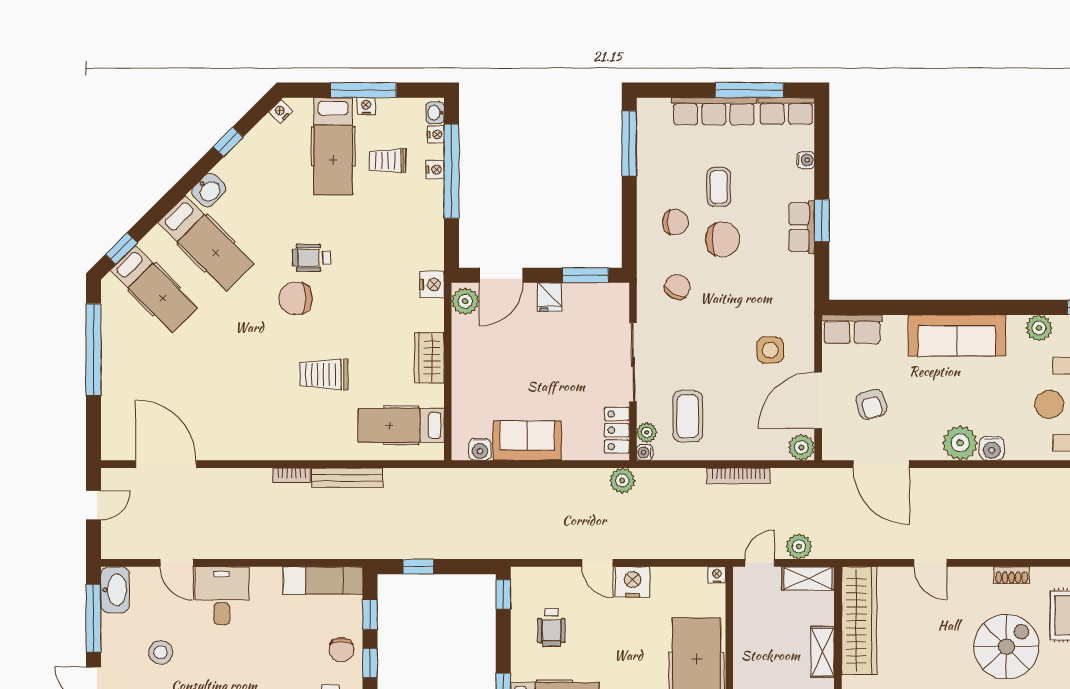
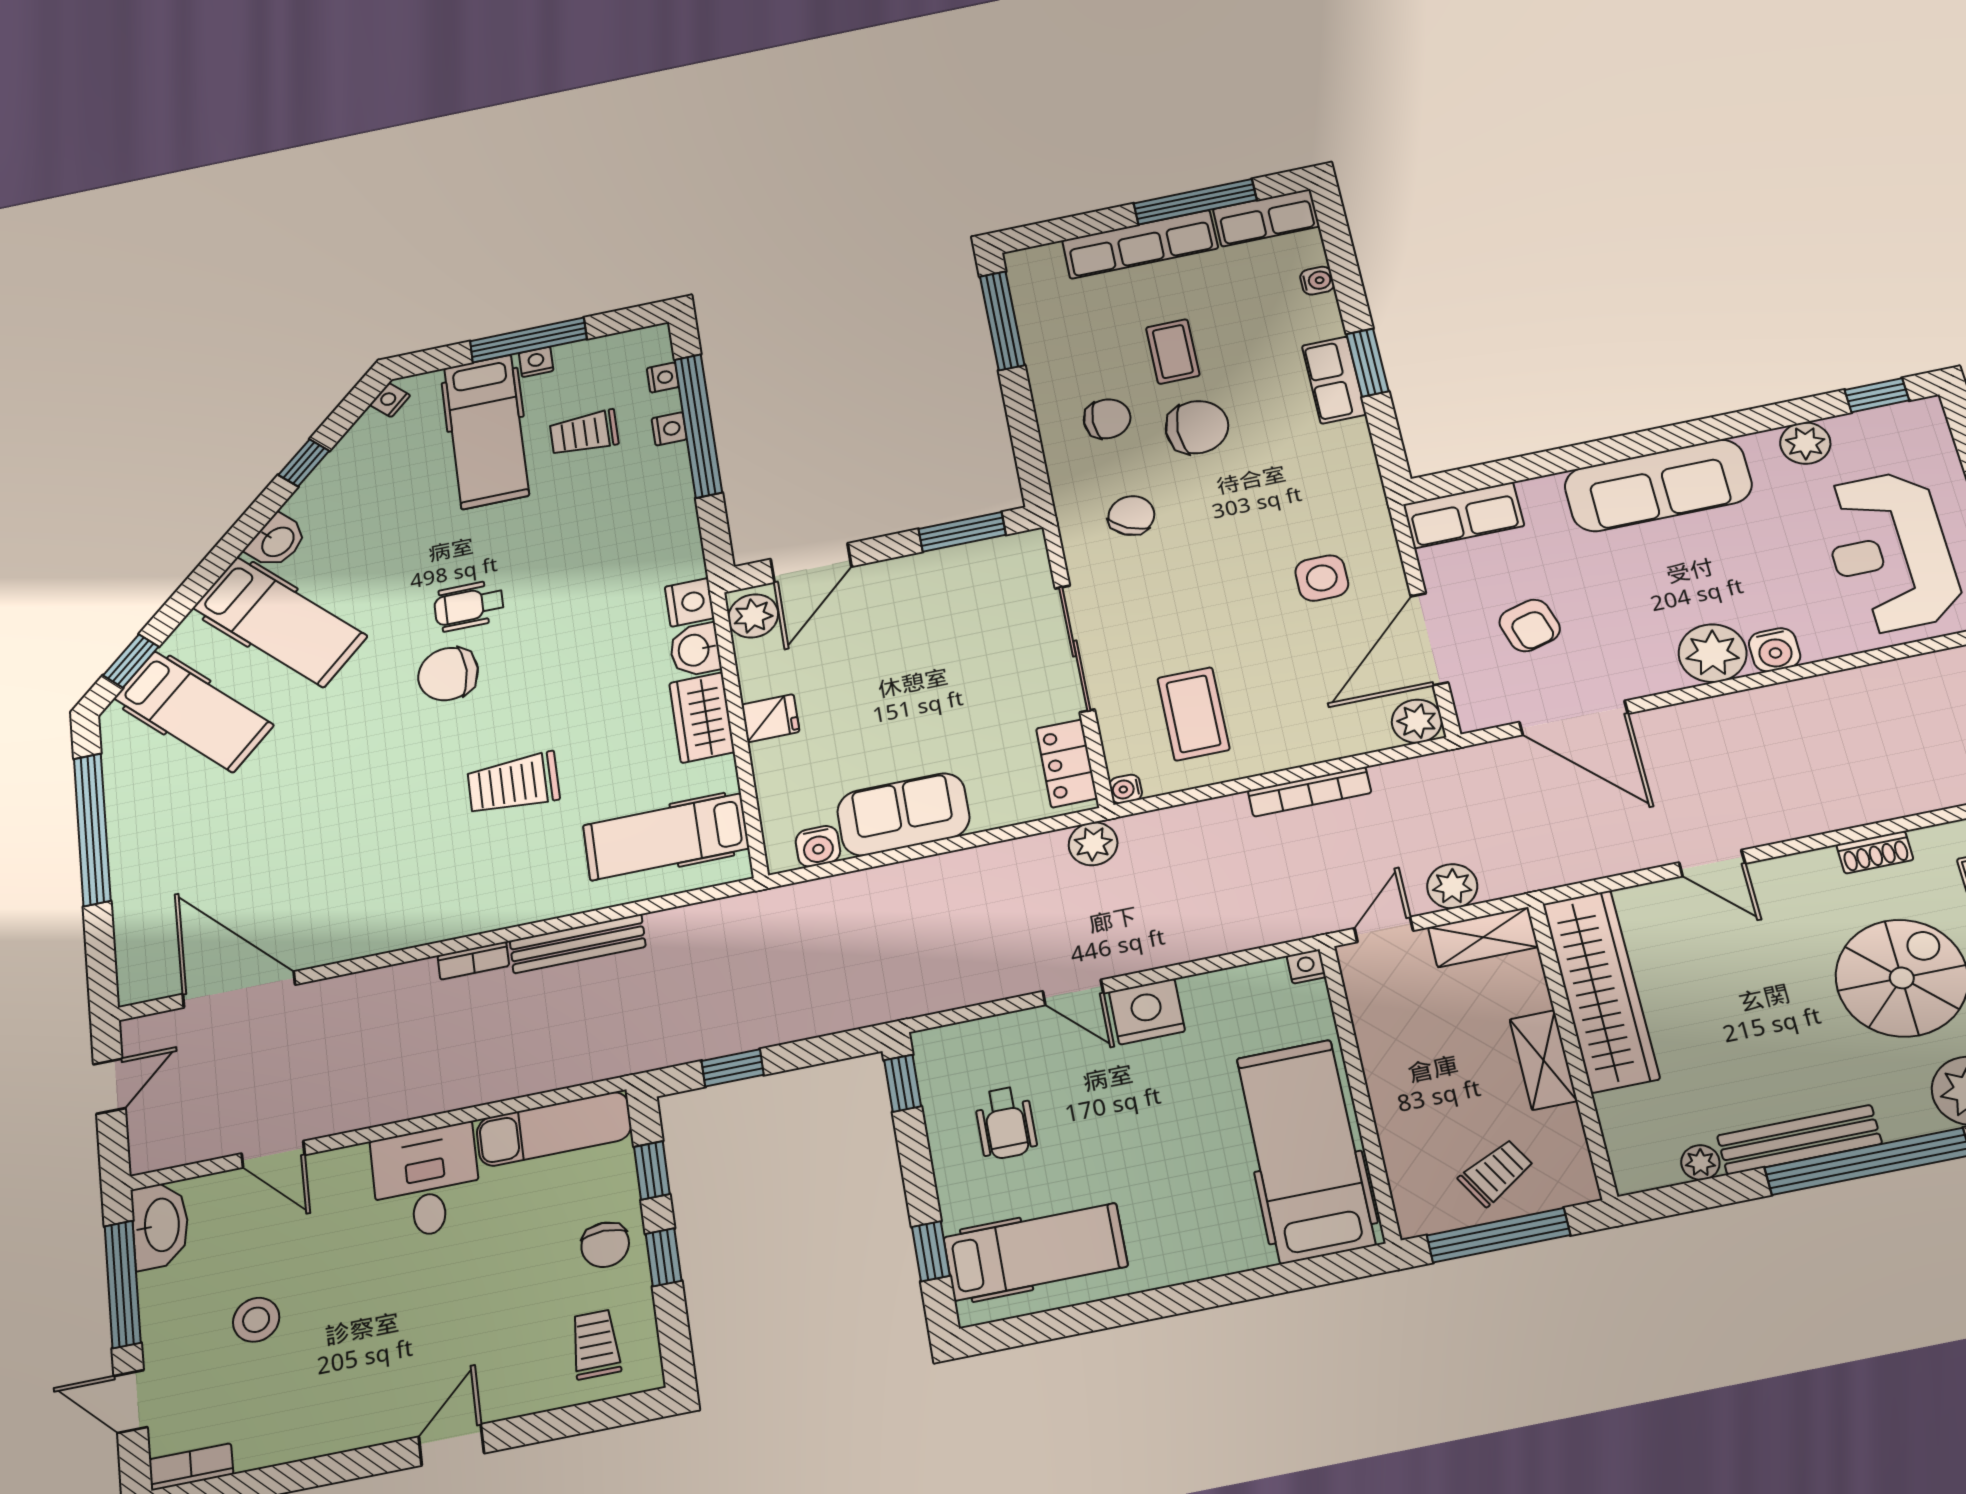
washbasin: (435, 113) -> (695, 650), moved, width x1.38, depth x1.45
fridge: (550, 297) -> (770, 718), moved, turned -90
plant: (647, 432) -> (1123, 756), removed
desk: (222, 596) -> (426, 1182), moved

